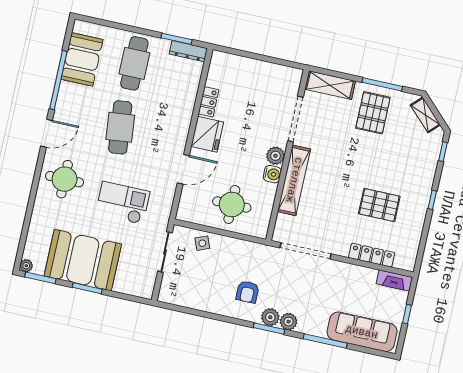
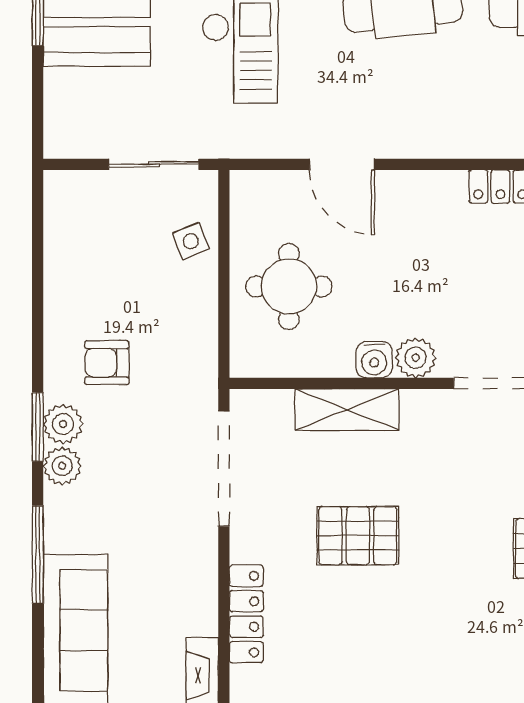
fridge: (207, 134) -> (429, 199), removed
shelving: (294, 180) -> (347, 410), width x0.68
pallet: (379, 205) -> (358, 536), moved, turned 90

